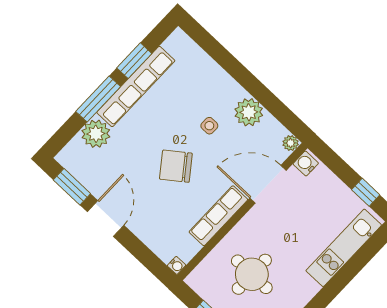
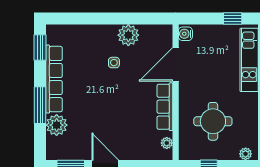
window: (134, 61) -> (40, 47), moved
plant: (291, 143) -> (167, 143), moved
chair: (176, 166) -> (117, 102), removed
water cooler: (176, 265) -> (168, 155), removed

